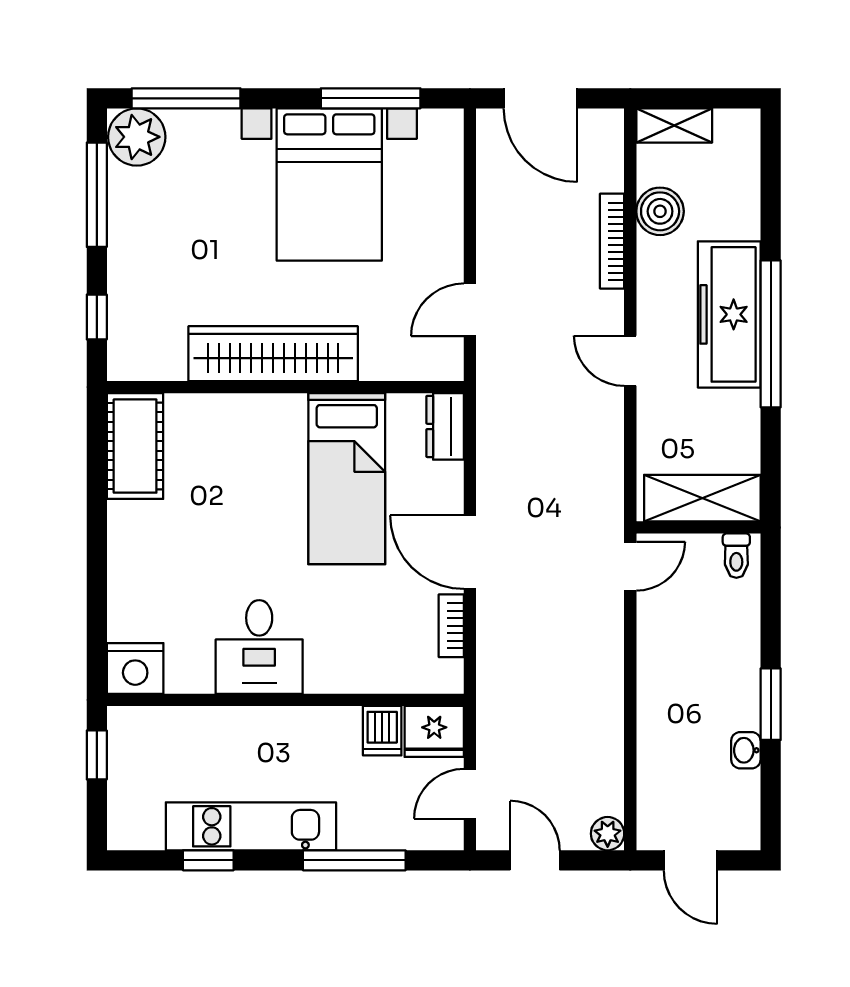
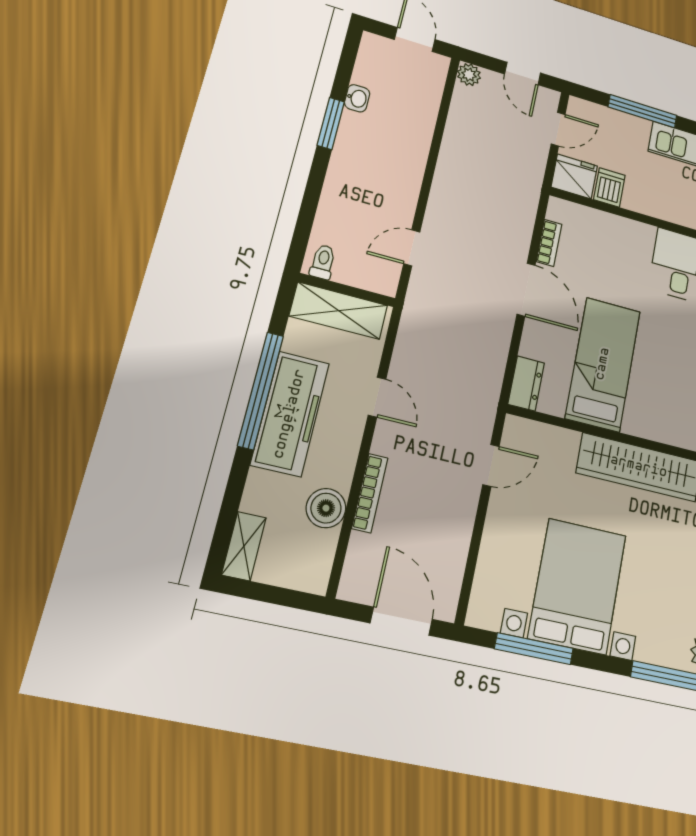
shelving: (674, 125) -> (244, 546), moved, turned 90
shelving: (702, 498) -> (339, 311), moved
wall: (698, 527) -> (347, 290), moved
toilet: (736, 556) -> (323, 262), moved

